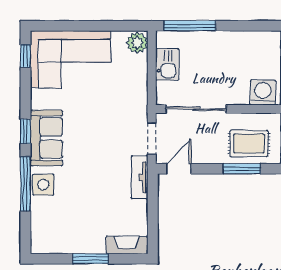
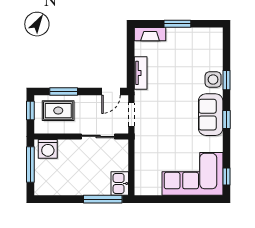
plant: (137, 43) -> (142, 186), removed
kitchen sink: (167, 64) -> (120, 183), moved
sliding door: (196, 109) -> (98, 136), width x0.73
tv unit: (140, 177) -> (141, 73), moved
window: (25, 184) -> (226, 80), width x0.46

